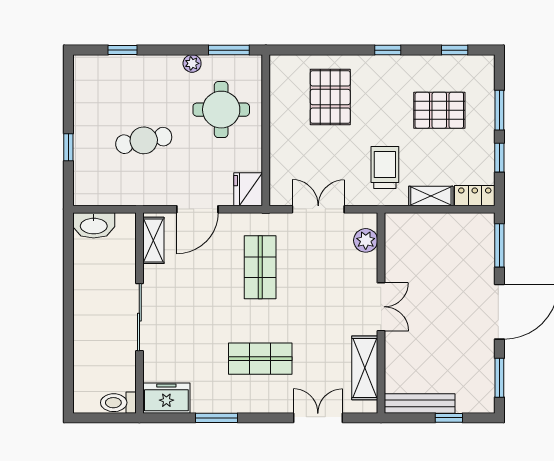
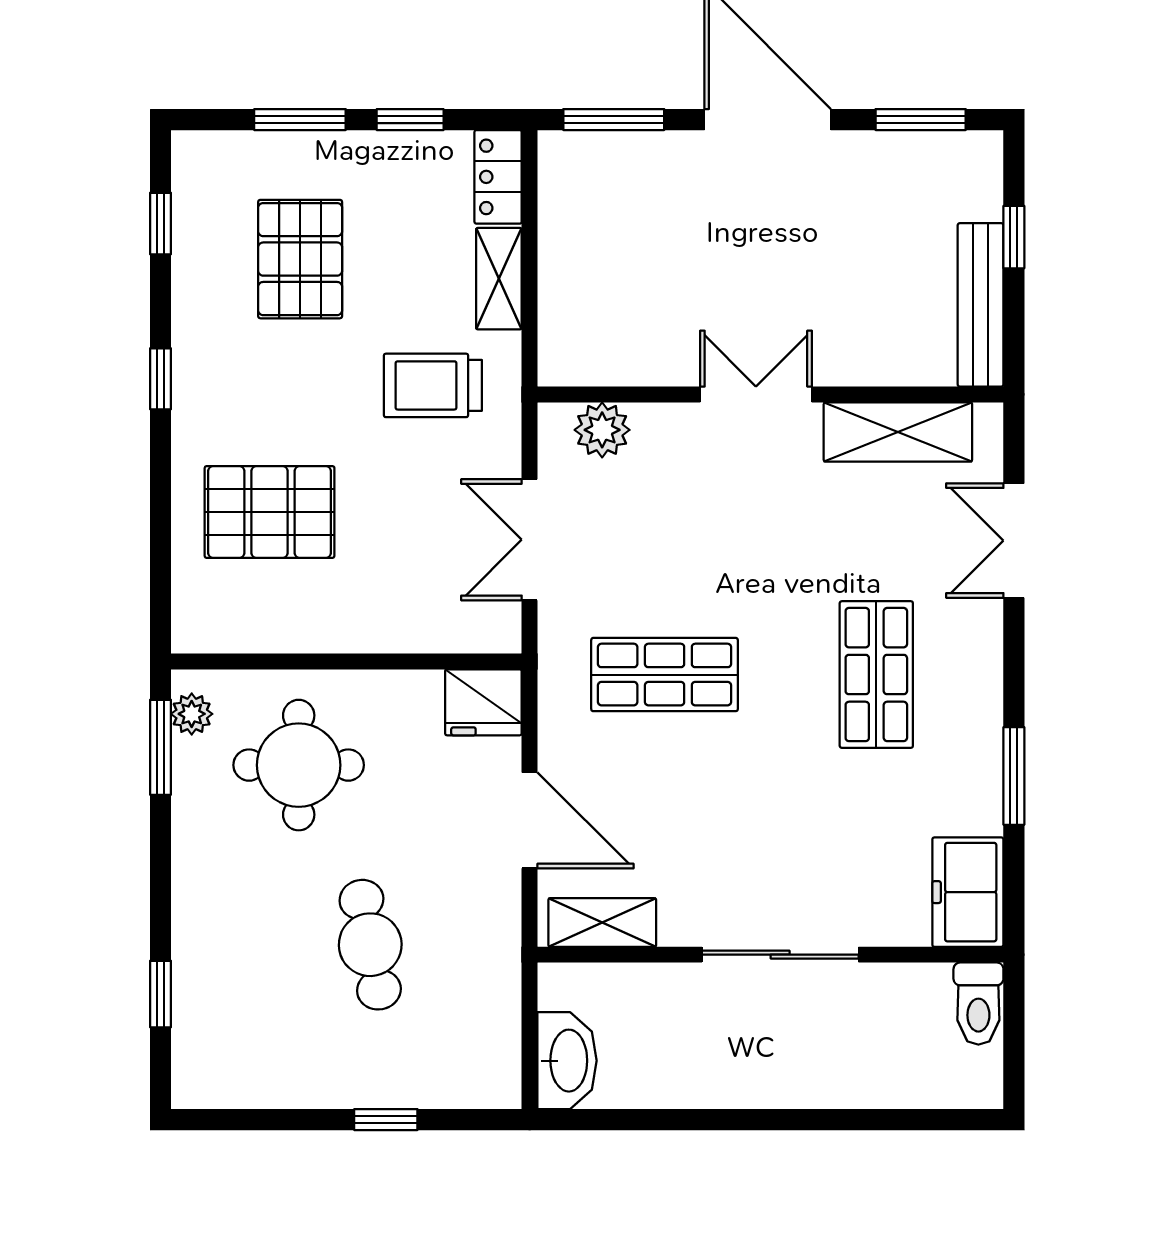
plant: (192, 63) -> (192, 714), moved

